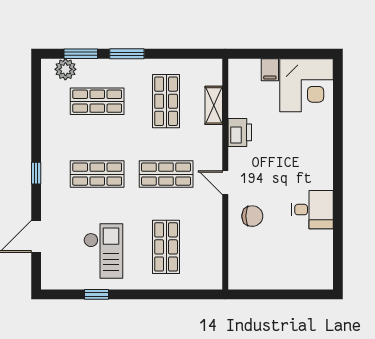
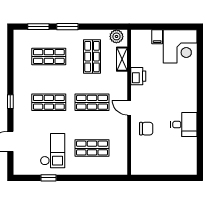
plant: (65, 69) -> (116, 36), moved
shop shelf: (166, 247) -> (92, 148), turned 90

